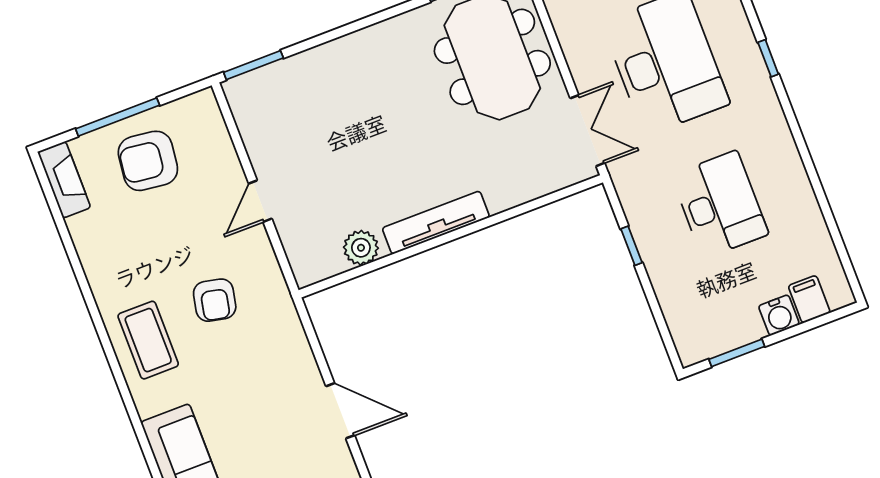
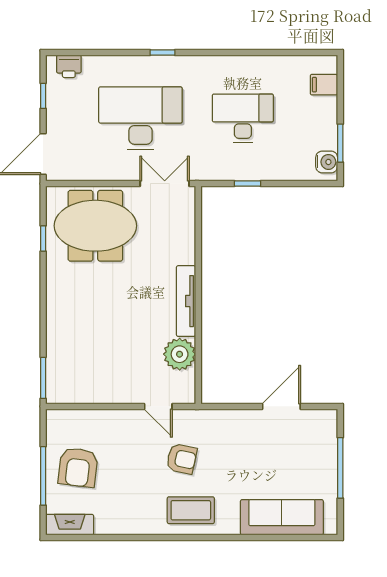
door: (260, 201) -> (158, 406), moved
plant: (361, 248) -> (180, 354), width x1.36, depth x1.36
water cooler: (779, 315) -> (327, 162), moved

